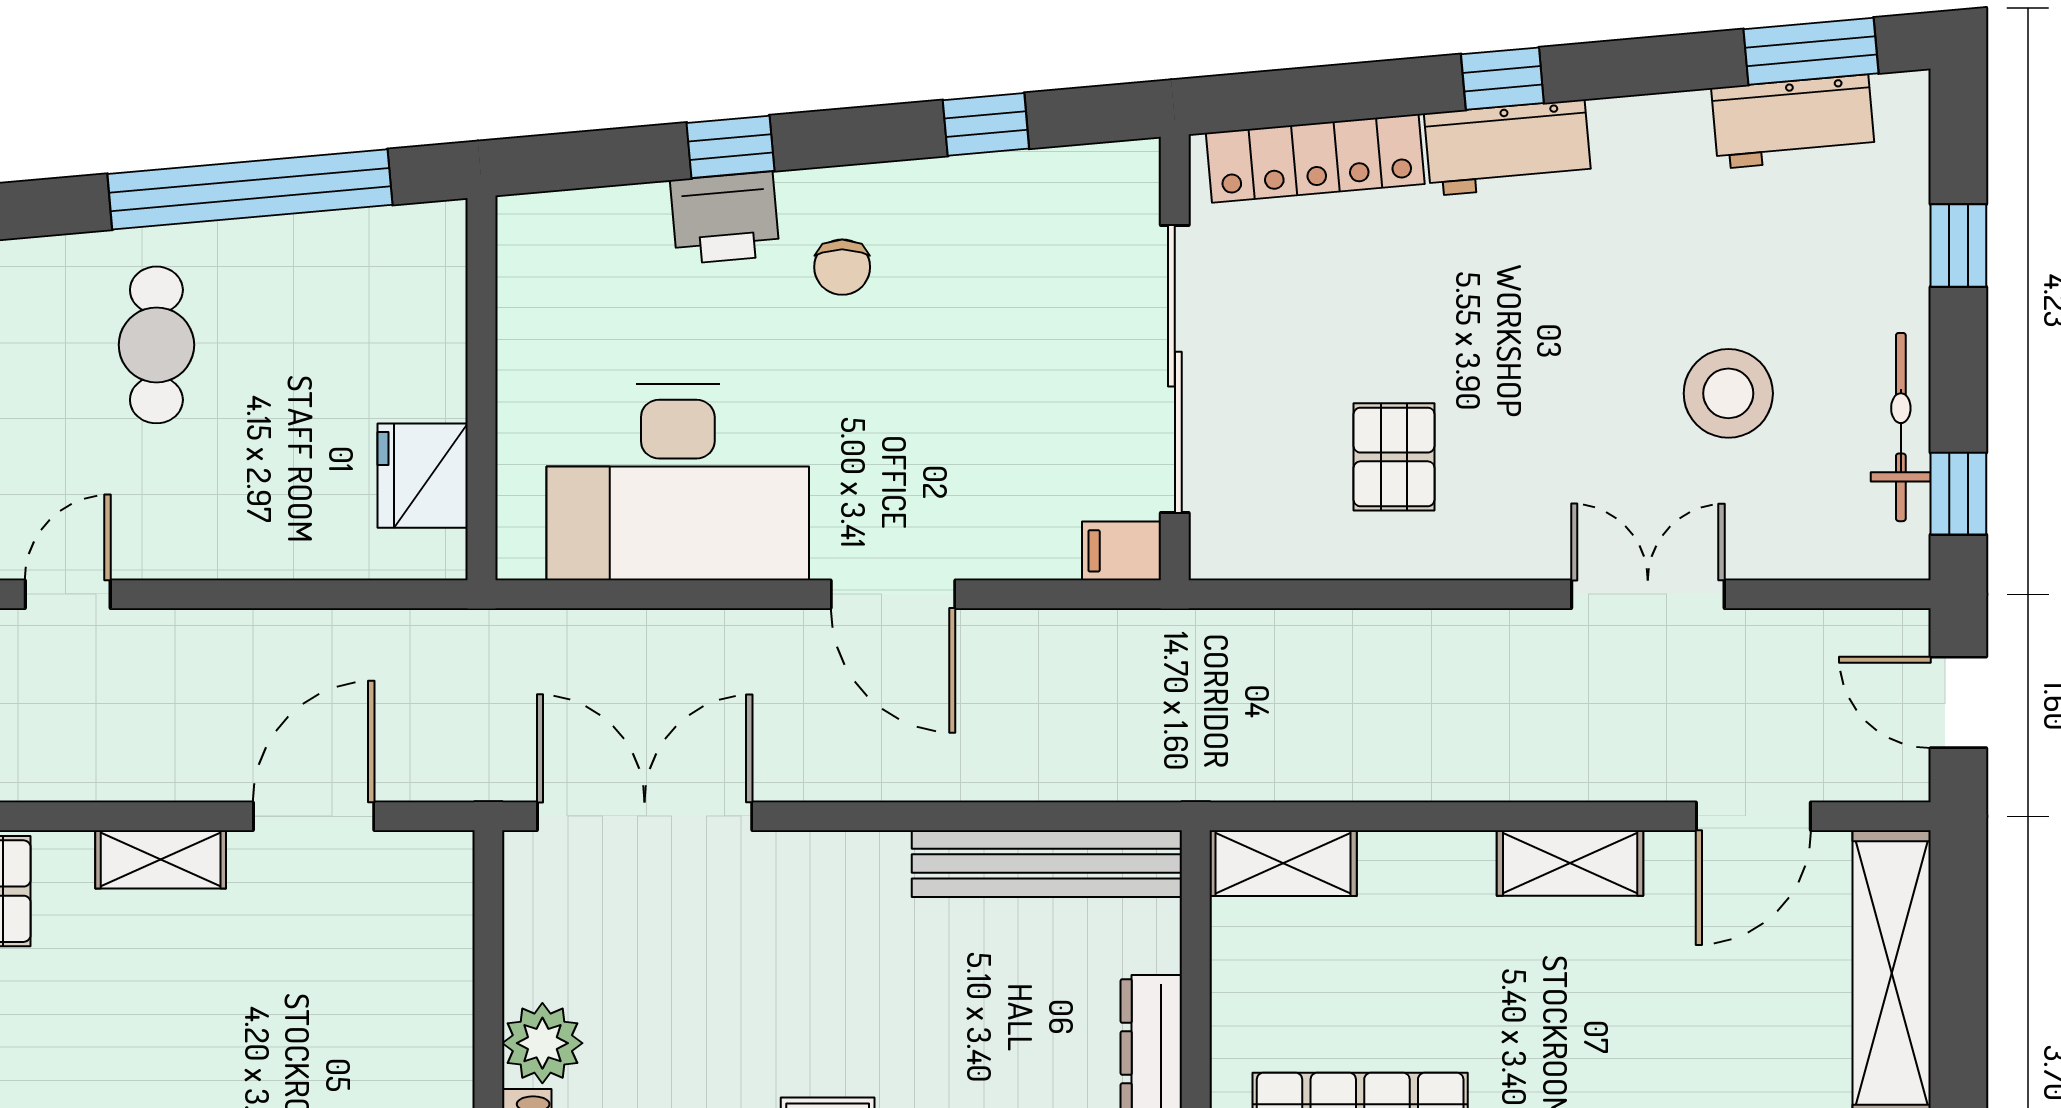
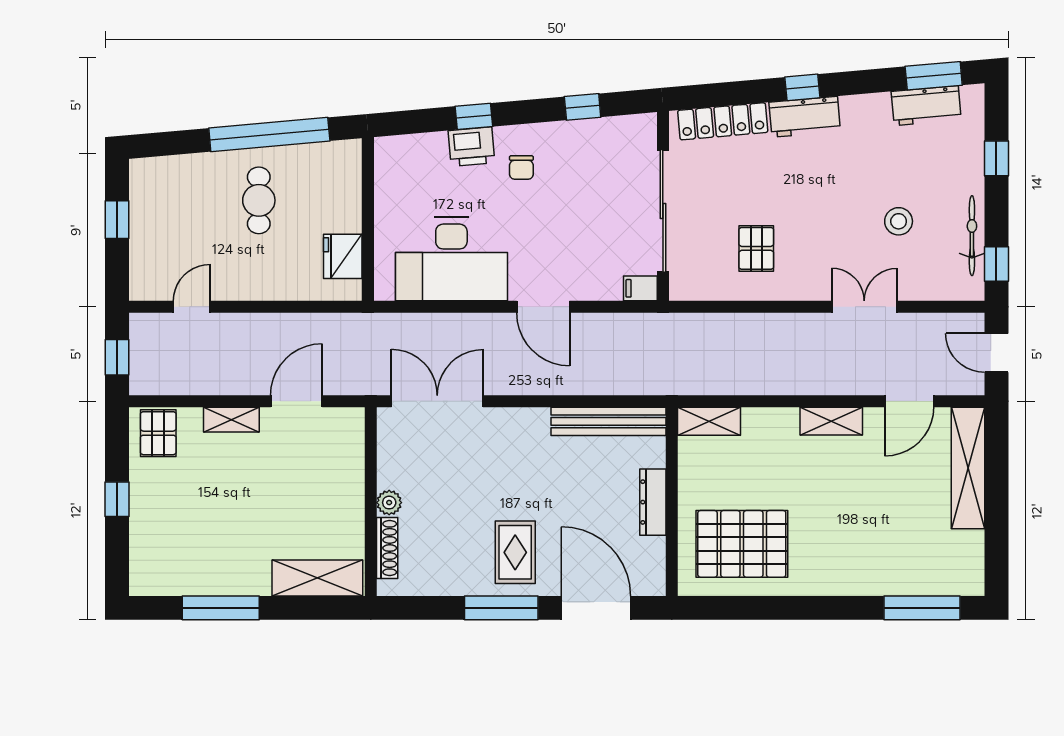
cafe table: (156, 345) -> (259, 200), moved
stool: (1728, 393) -> (899, 221), width x0.73, depth x0.73
plant: (542, 1043) -> (389, 503), width x0.73, depth x0.73

